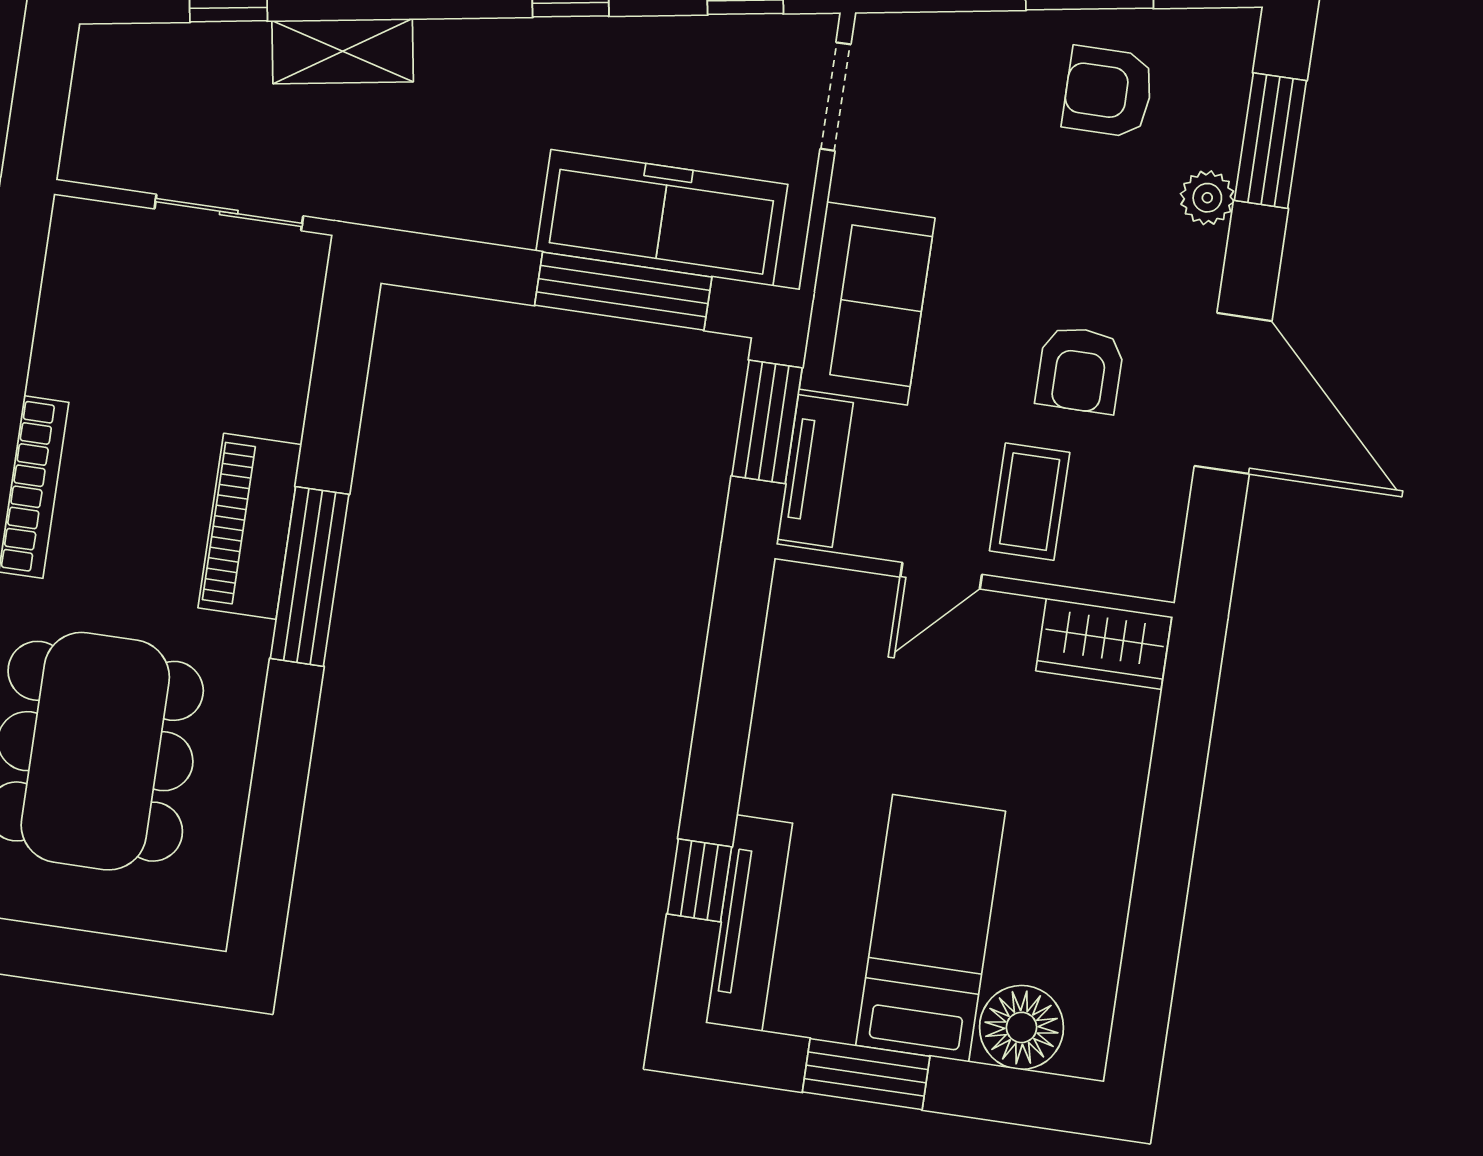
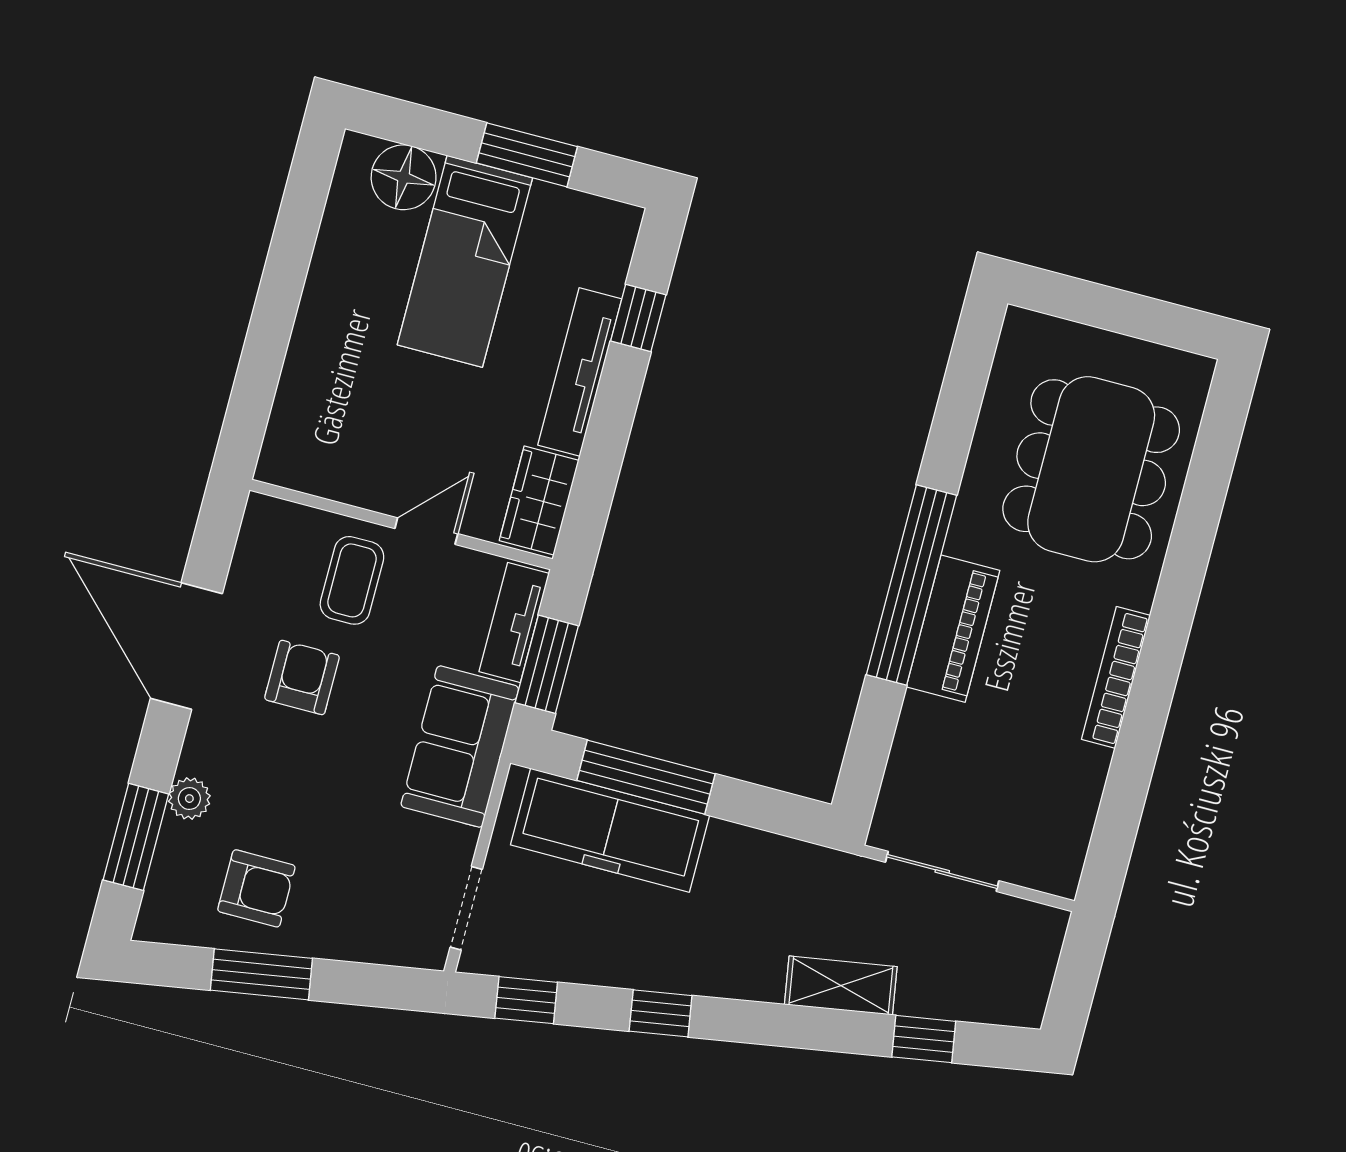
window: (310, 576) -> (912, 585), width x1.46
wardrobe: (1104, 644) -> (539, 500), moved, turned -90
tv unit: (749, 923) -> (580, 372), moved

